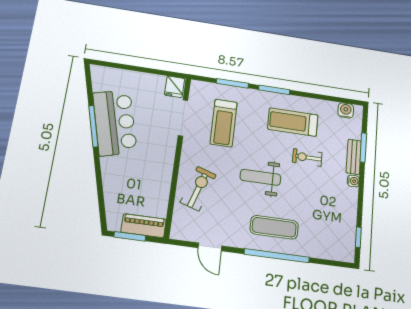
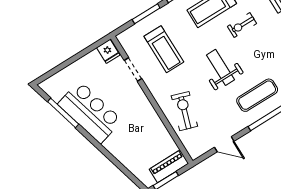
doorway: (183, 118) -> (133, 70), width x0.73
window: (93, 126) -> (63, 113), moved
weight bench: (261, 177) -> (220, 67), turned 90

